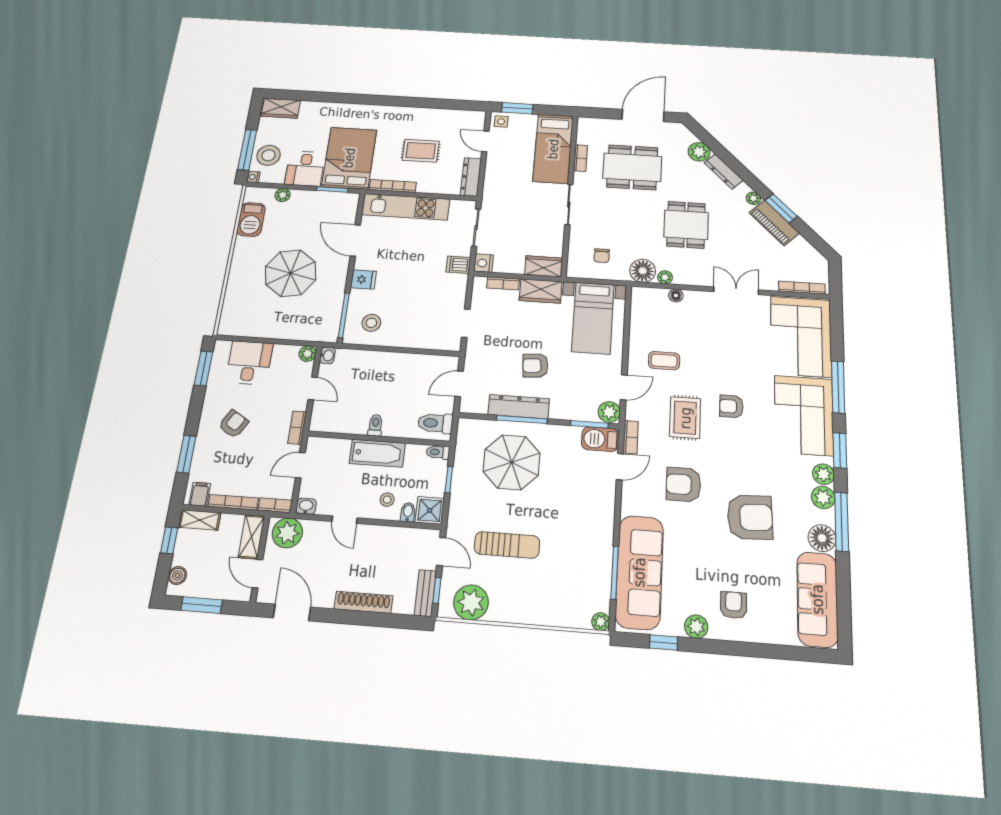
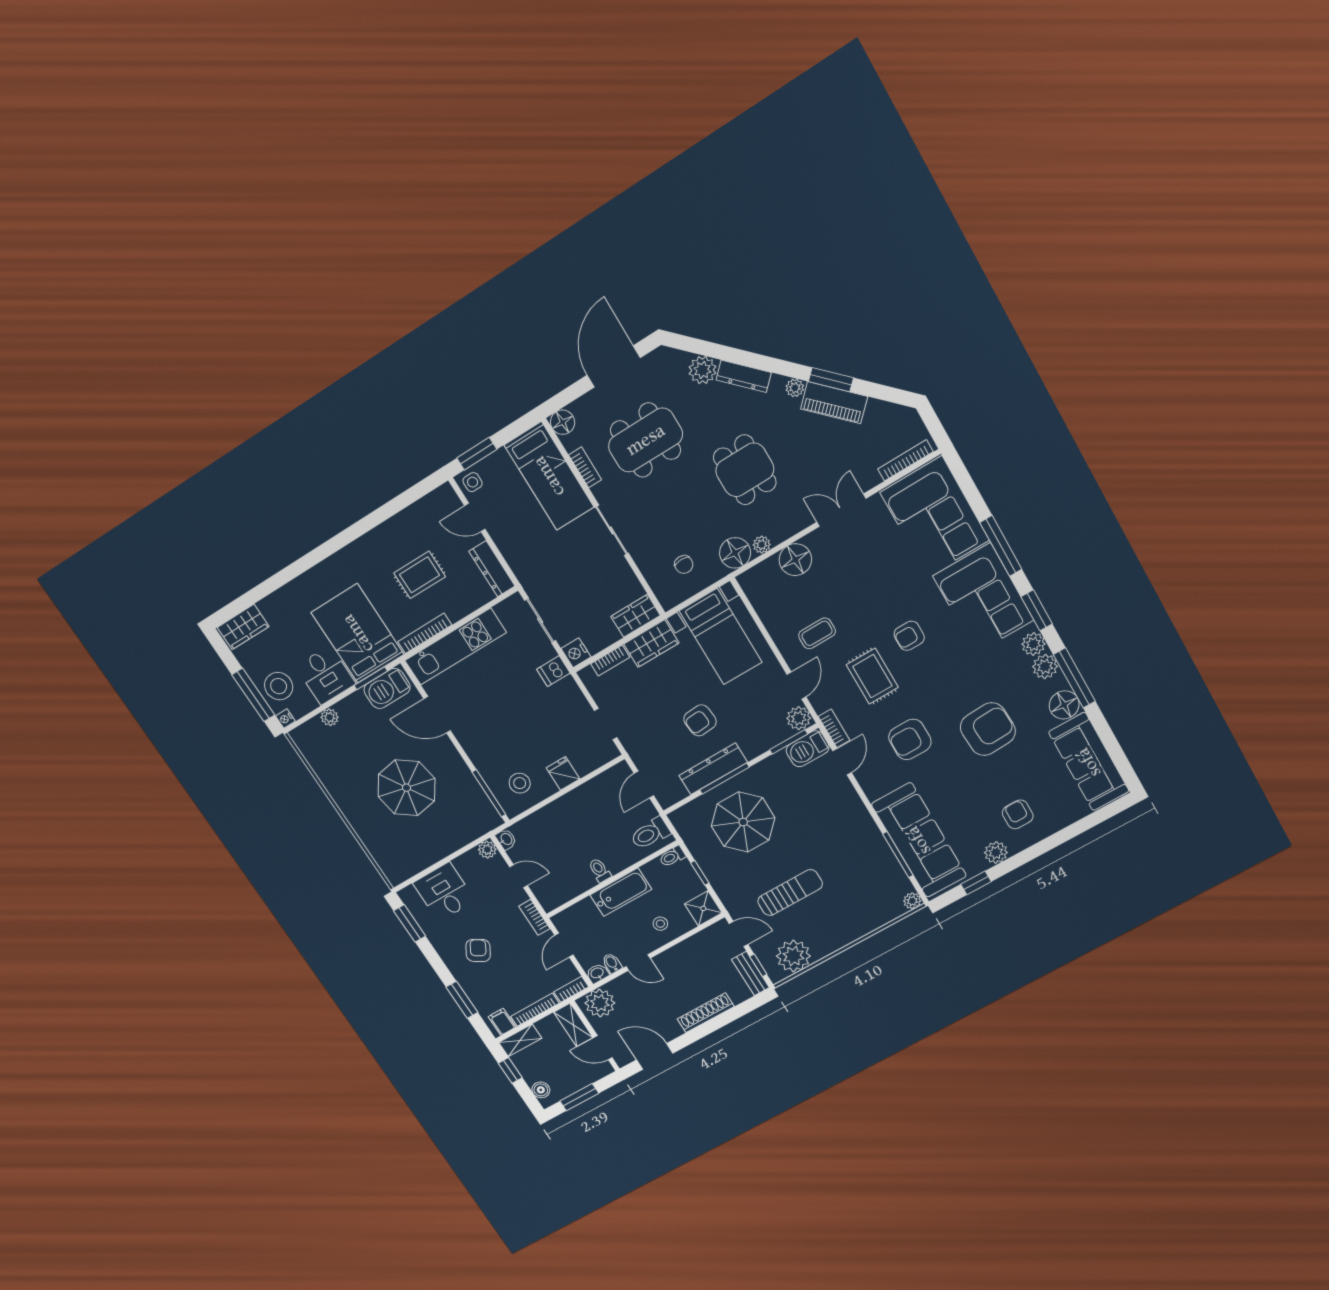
floor lamp: (586, 125) -> (563, 422), added
barbecue: (251, 219) -> (387, 688), moved, turned 90
fridge: (363, 280) -> (563, 773), moved, turned -90
floor lamp: (676, 295) -> (795, 560), width x1.89, depth x1.89
bidet: (408, 512) -> (612, 963), moved

